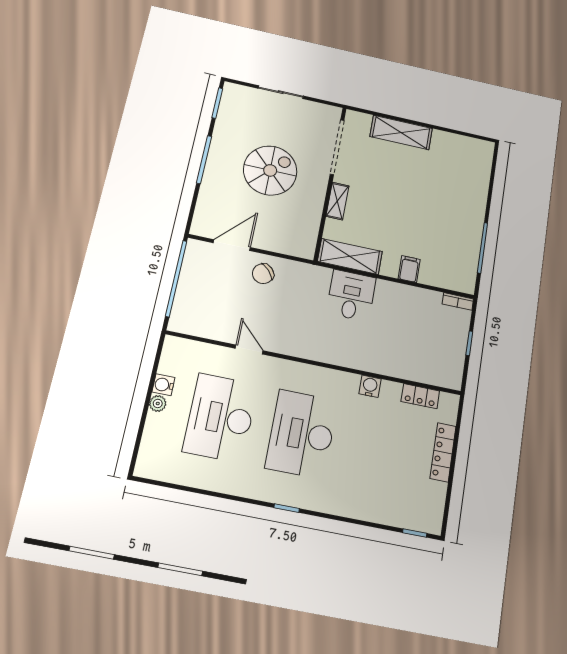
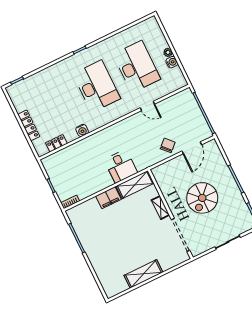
shelving: (401, 132) -> (143, 274), moved
filing cabinet: (409, 269) -> (108, 198), width x2.00

